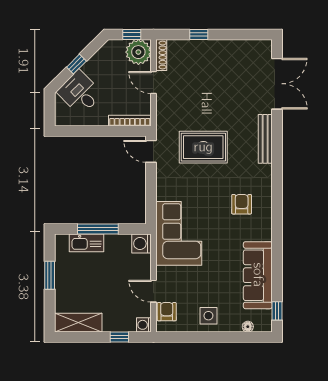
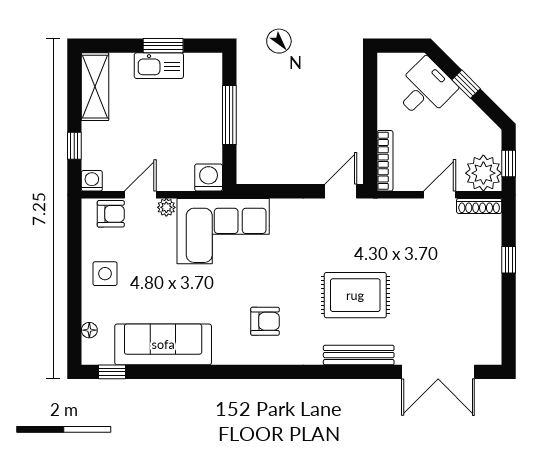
rug: (203, 147) -> (355, 295), moved, turned 90
kitchen sink: (86, 243) -> (159, 66), moved, turned -90
plant: (162, 273) -> (166, 207), added

